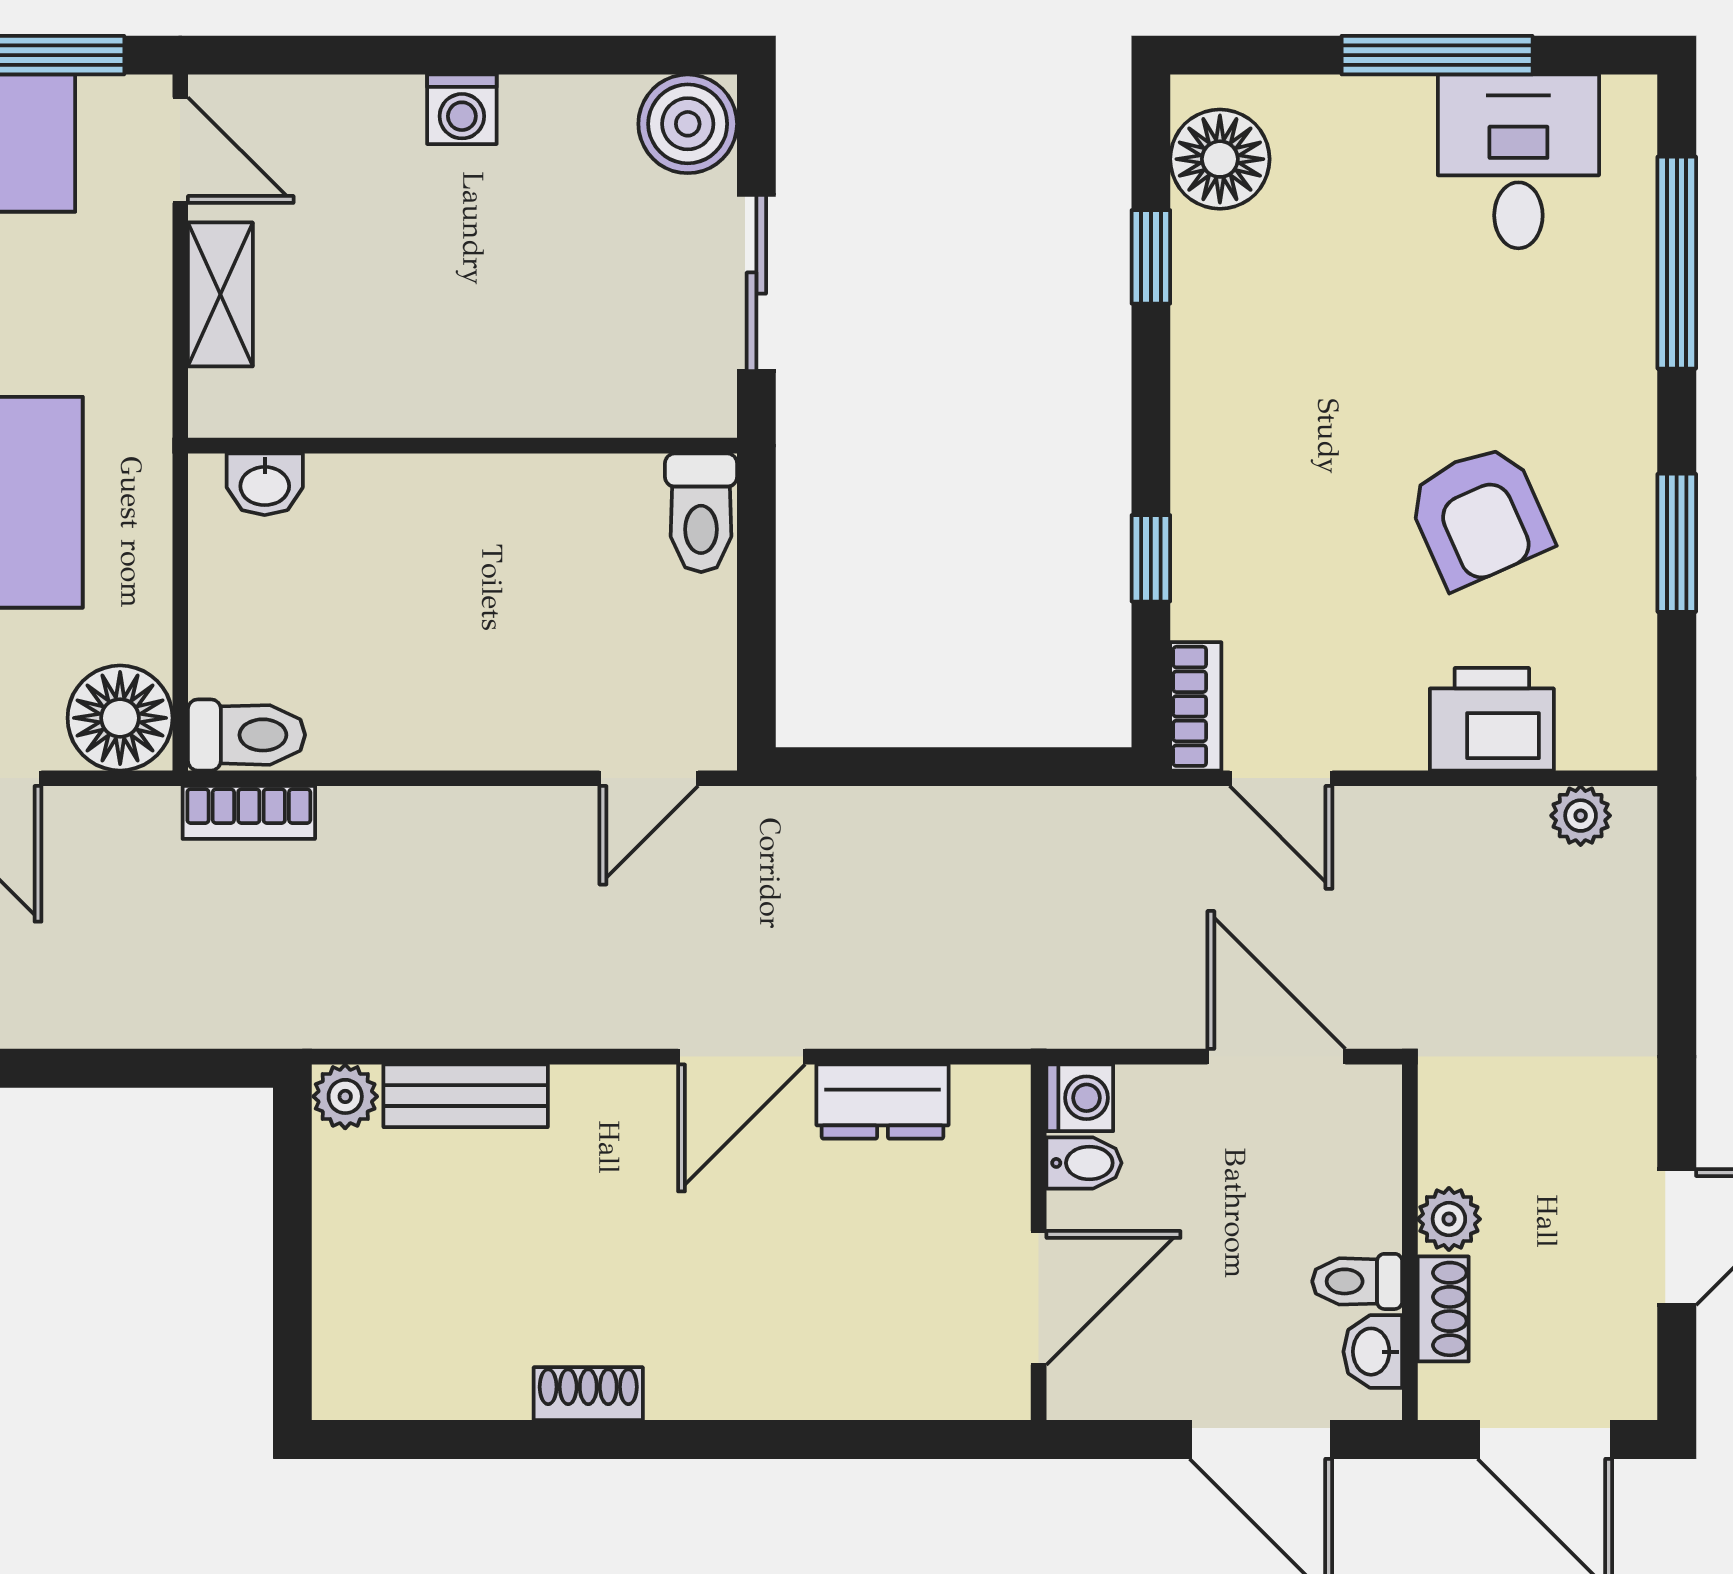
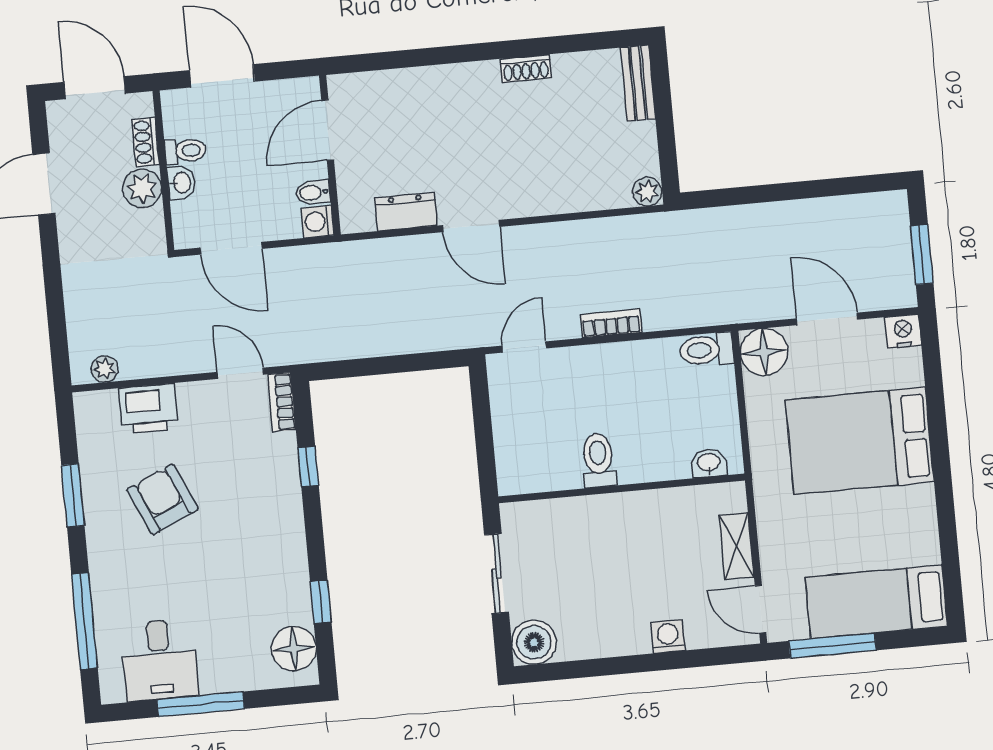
washing machine: (462, 109) -> (668, 636), moved
toilet: (701, 513) -> (598, 460), moved
bookcase: (249, 812) -> (611, 323), moved
door: (742, 1057) -> (471, 226), swing flipped
bench: (466, 1096) -> (638, 83), moved, turned 90
plant: (1449, 1219) -> (142, 188), width x1.38, depth x1.38
washbasin: (1373, 1352) -> (181, 183), moved

